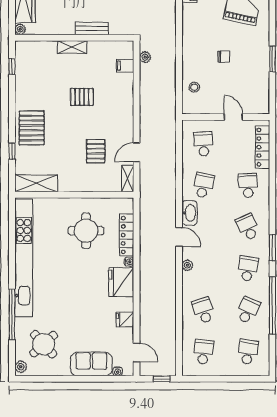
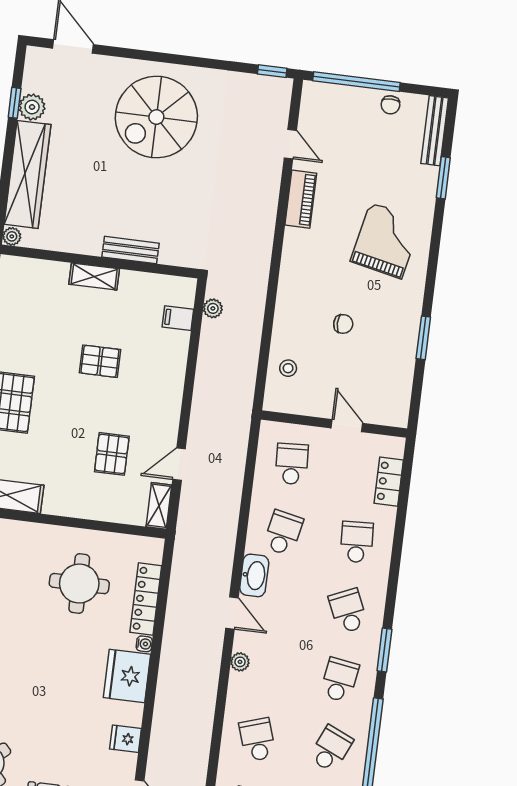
locker: (262, 147) -> (389, 482), width x0.66

